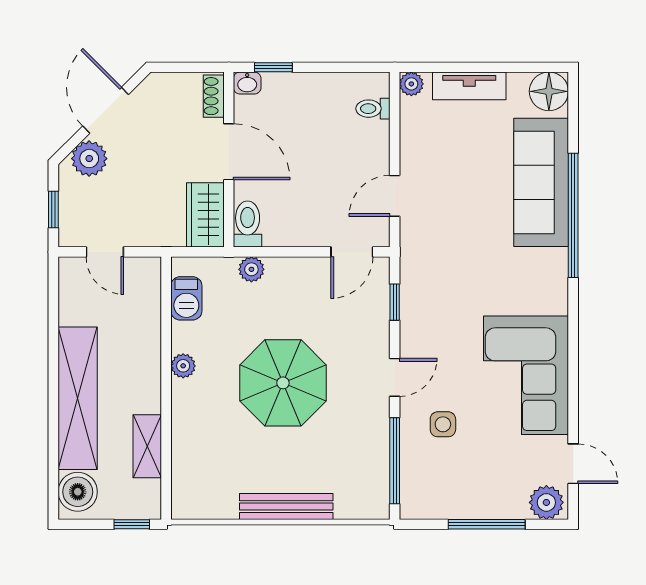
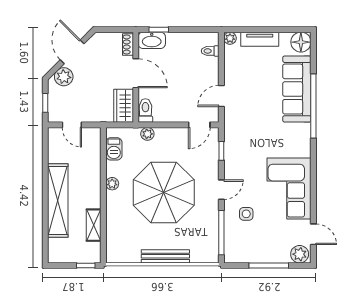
washbasin: (247, 83) -> (152, 40), width x1.91, depth x1.45
parasol: (283, 383) -> (164, 193), width x1.36, depth x1.36
boiler: (78, 492) -> (58, 249), removed

